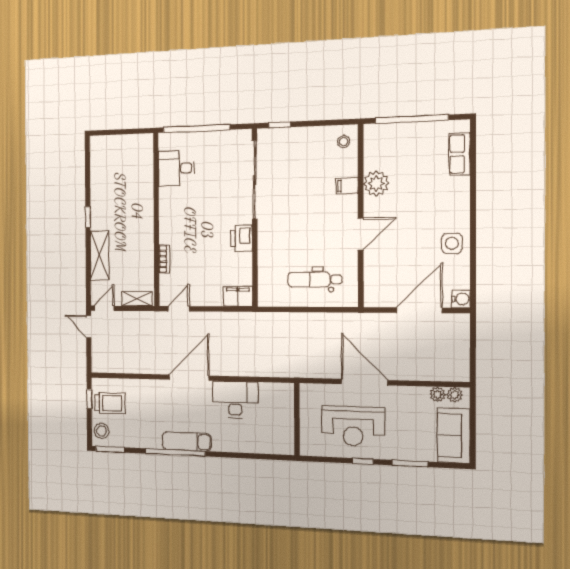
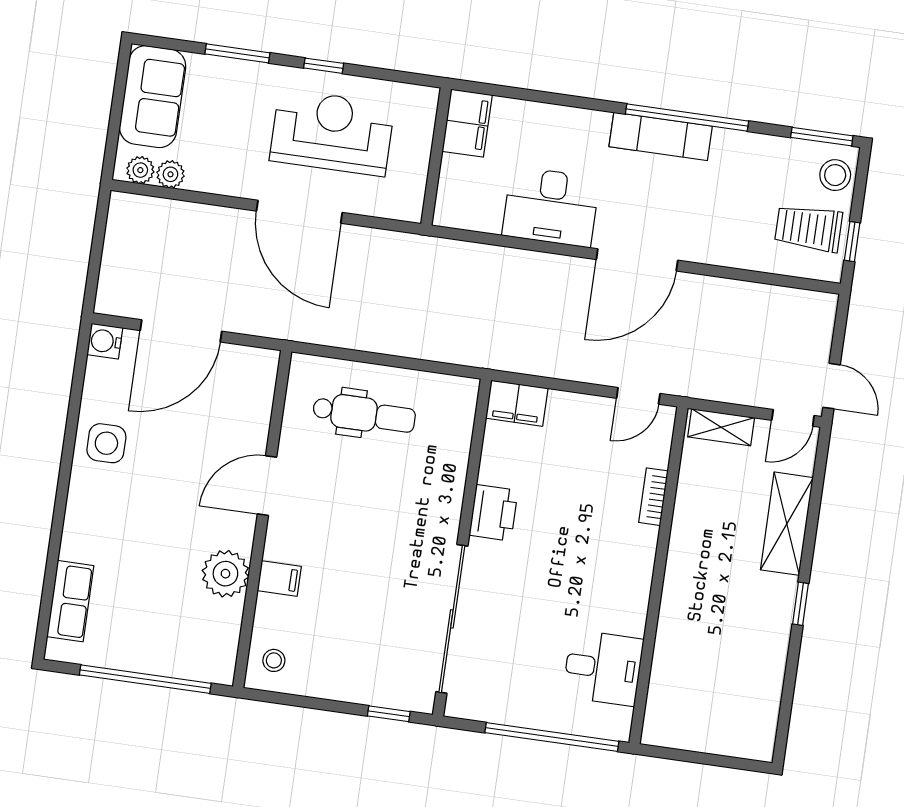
filing cabinet: (284, 438) -> (467, 123), added

